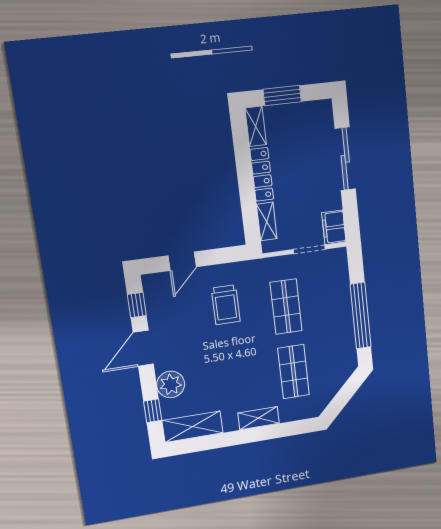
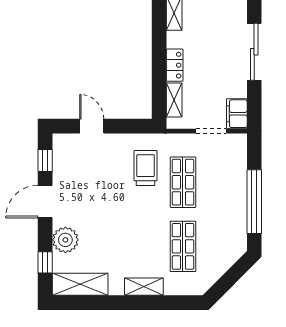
locker: (262, 174) -> (175, 65), width x0.66
door: (182, 261) -> (92, 126), swing flipped
trolley: (226, 305) -> (146, 168), moved, turned 180

